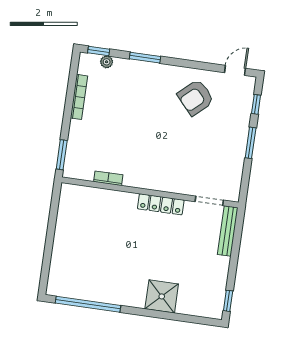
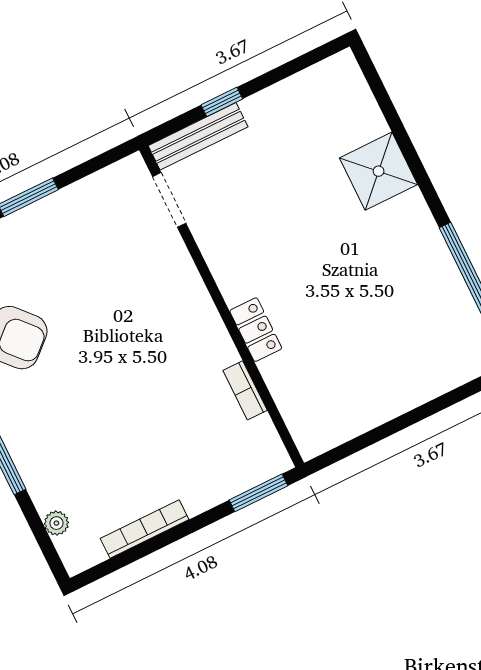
window: (99, 51) -> (48, 548), removed
locker: (161, 204) -> (256, 330), moved, width x0.66
window: (228, 301) -> (222, 102), moved

